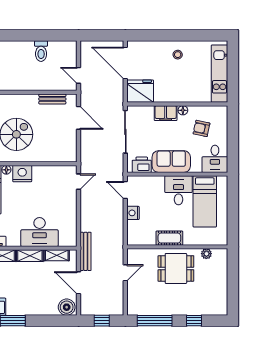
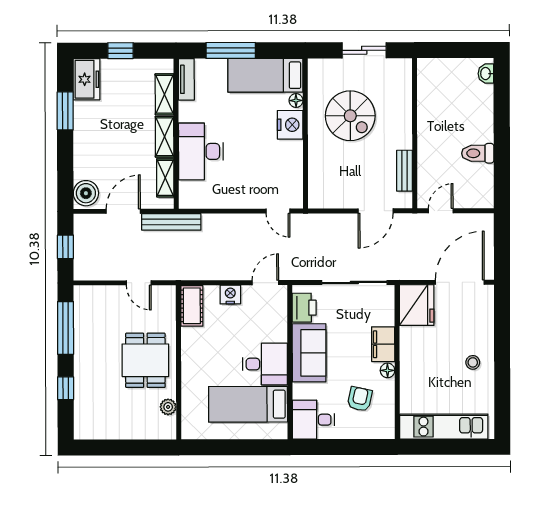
cot: (169, 238) -> (192, 306), moved

